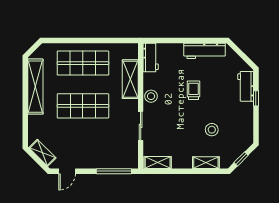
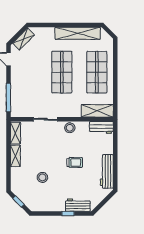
shelving: (130, 79) -> (97, 111), moved
shelving: (206, 163) -> (15, 156), moved

